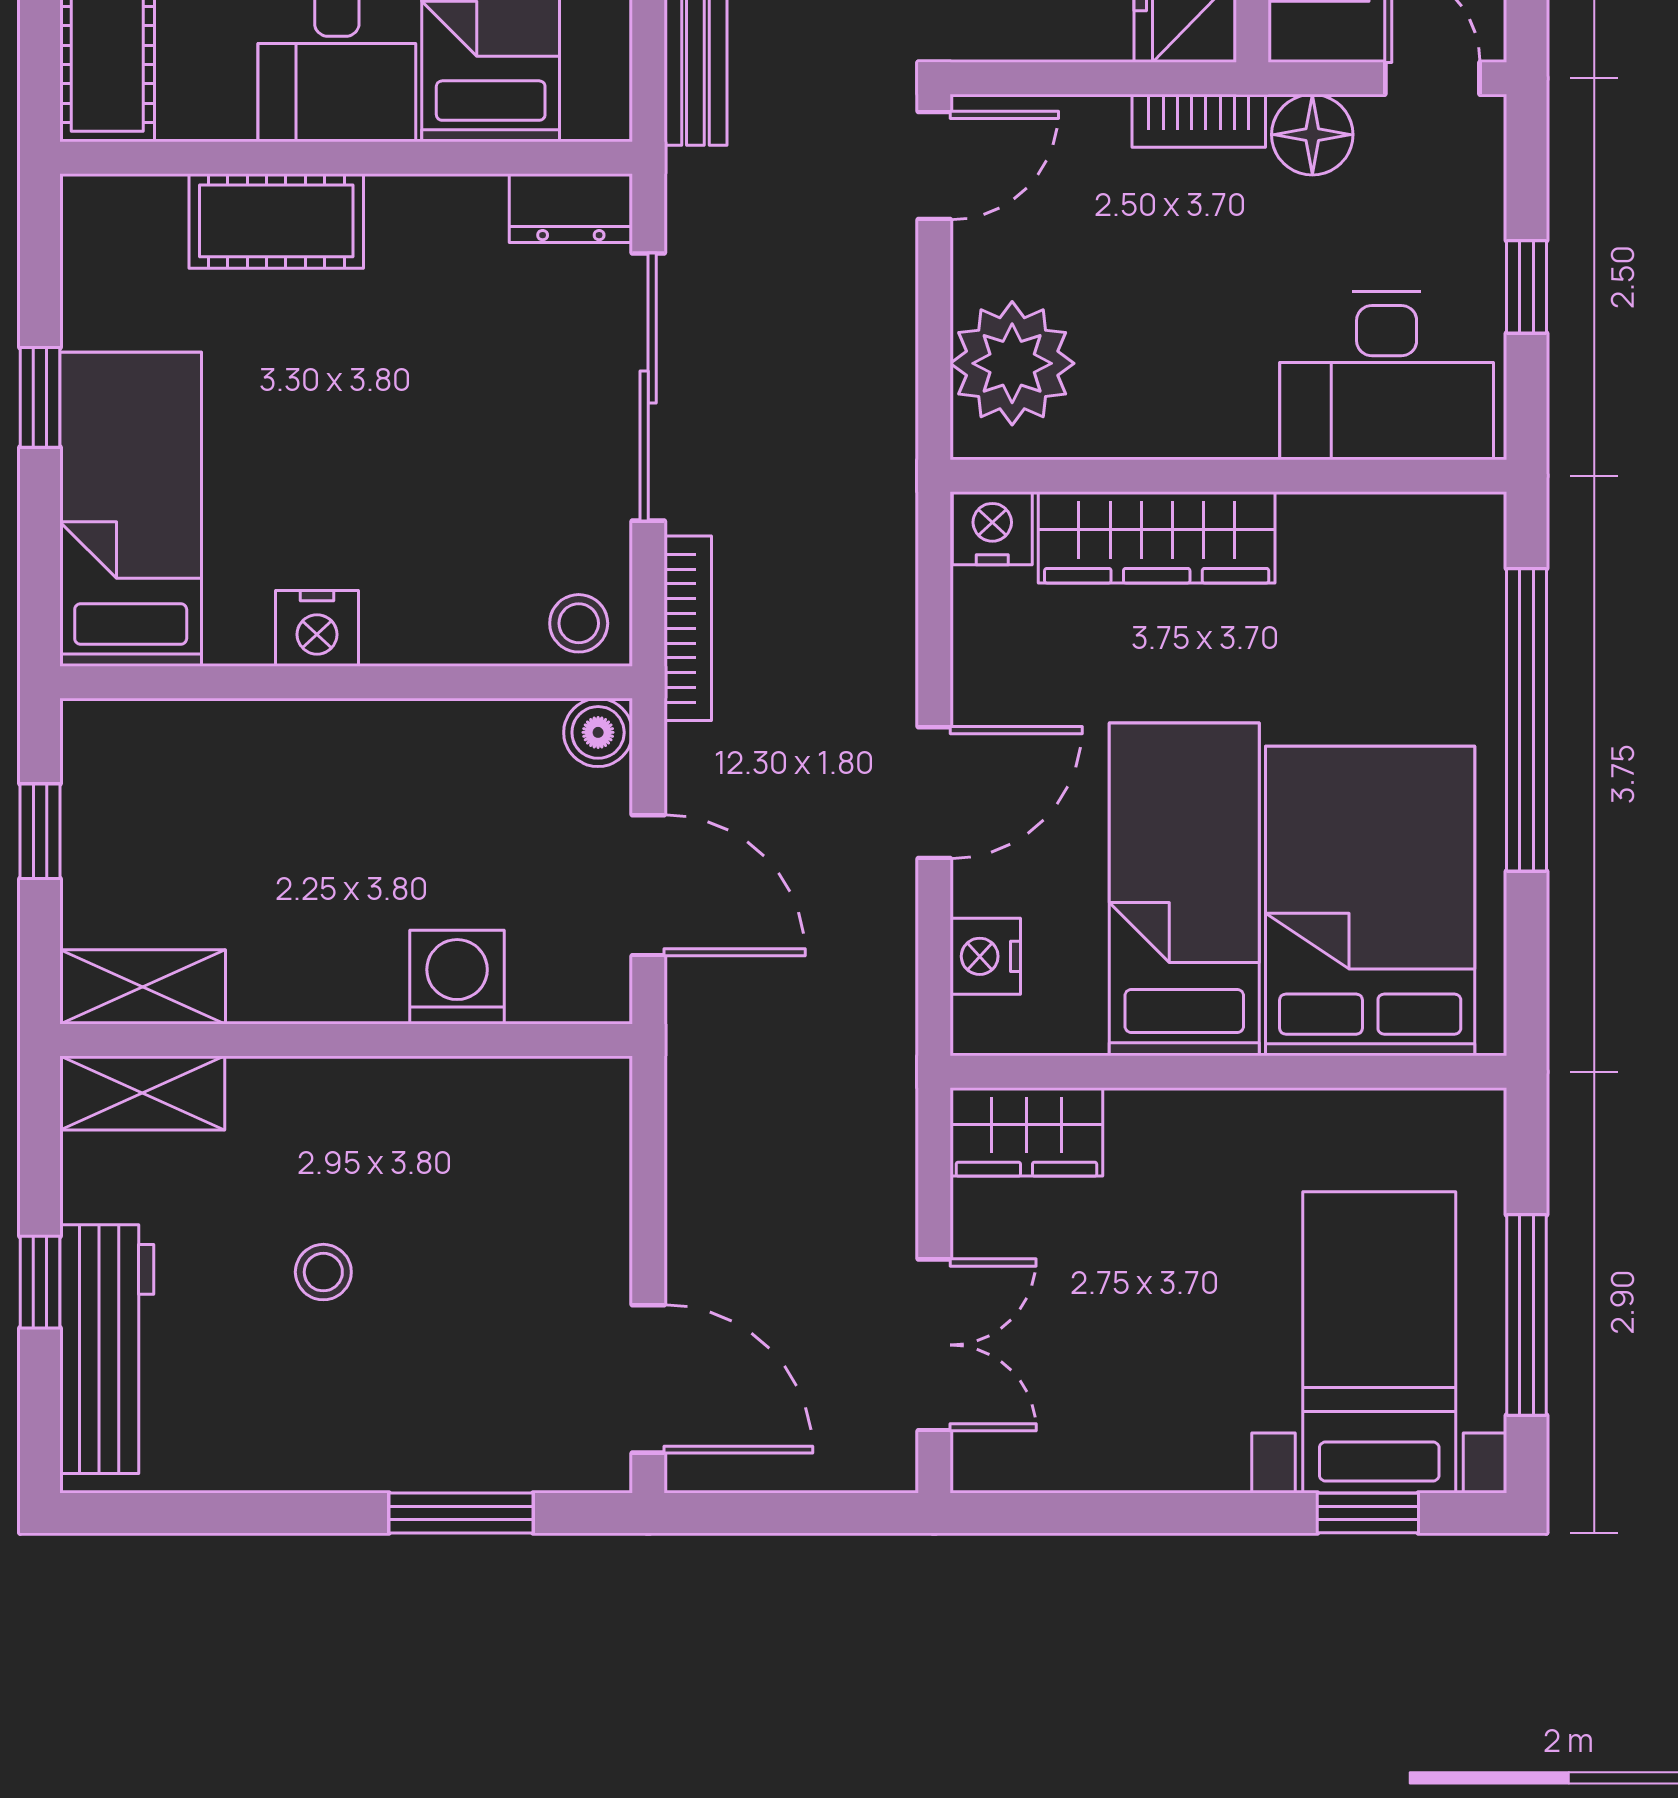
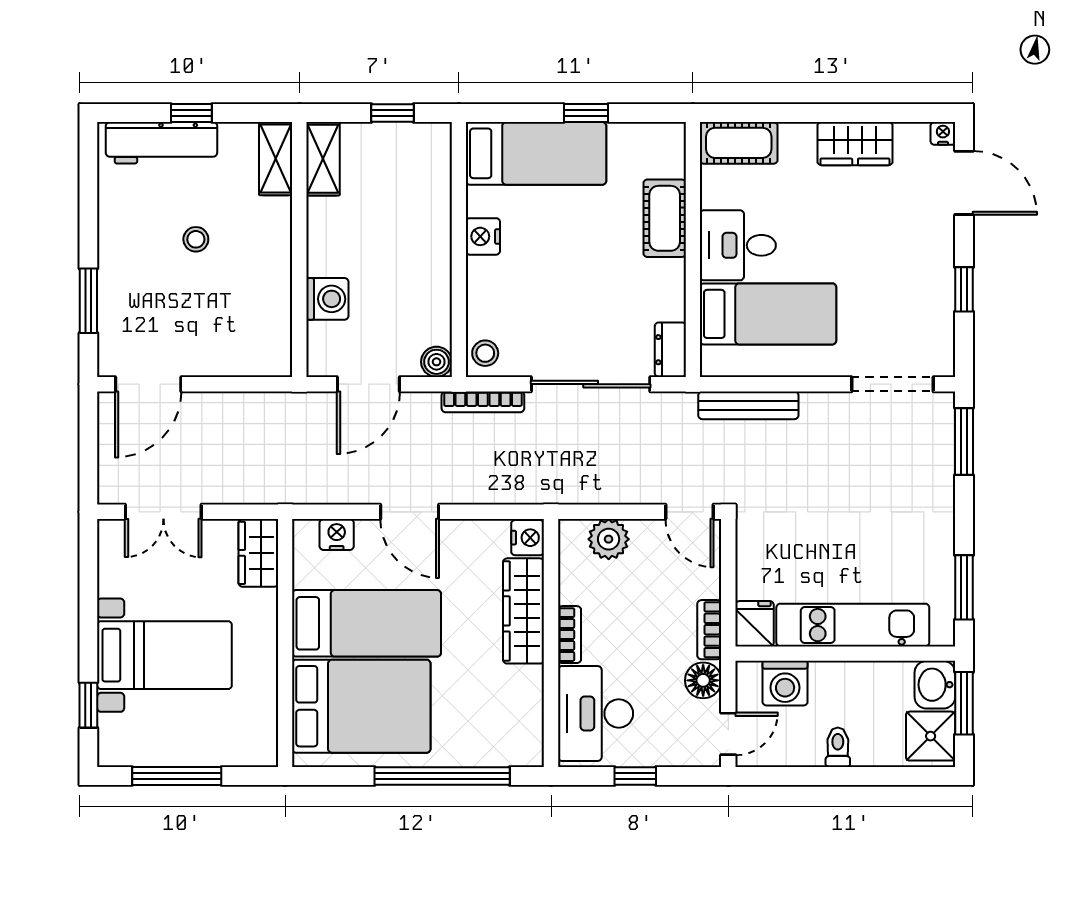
plant: (1012, 363) -> (609, 539), width x0.73, depth x0.73
bookcase: (1209, 434) -> (570, 635), added
bed with nightstands: (1379, 1342) -> (164, 655), moved

